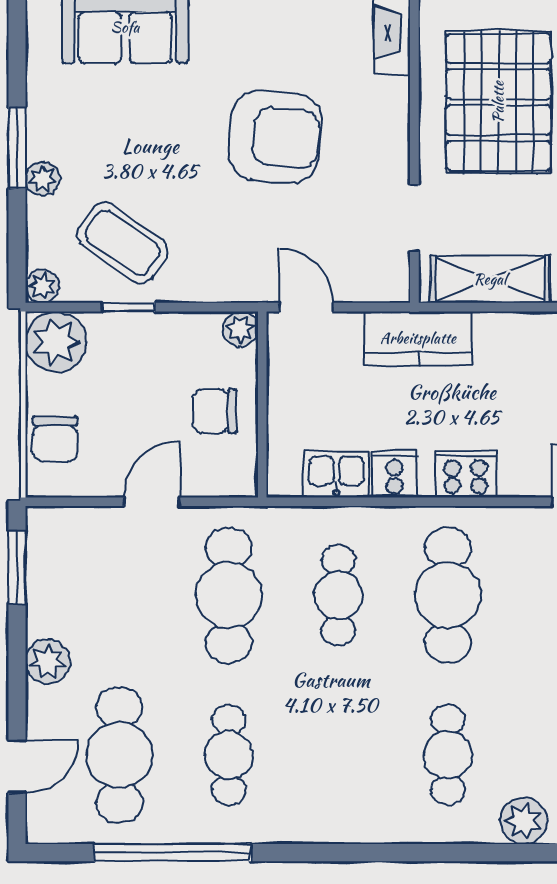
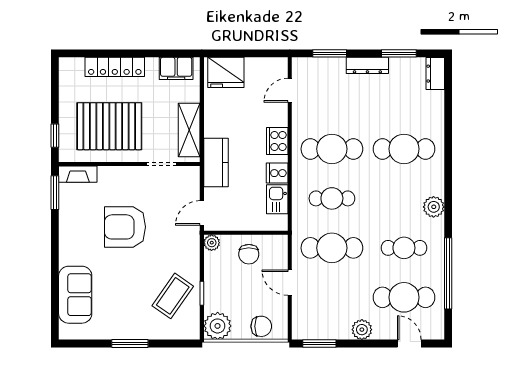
armchair: (275, 137) -> (125, 227), turned -95
plant: (43, 179) -> (144, 332), removed
plant: (42, 286) -> (192, 332), removed
cafe table: (448, 755) -> (404, 149), width x1.37, depth x1.35
plant: (524, 821) -> (434, 207), moved

